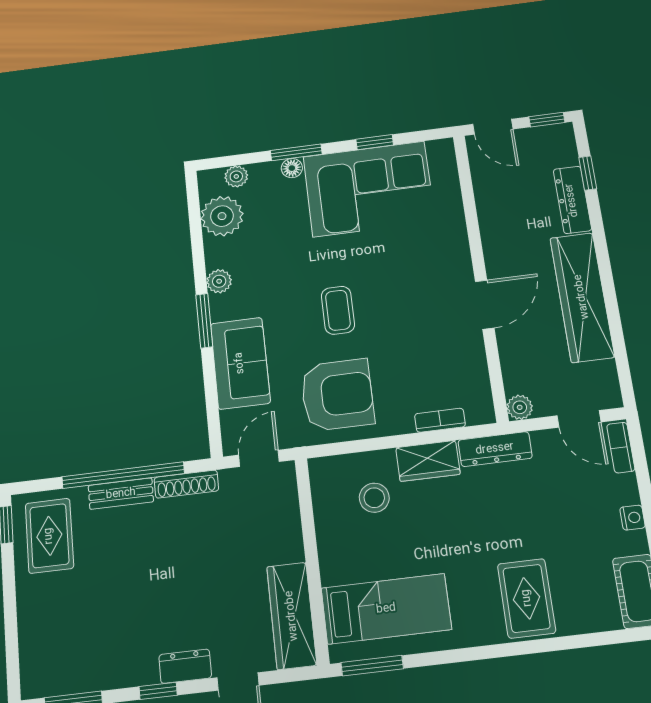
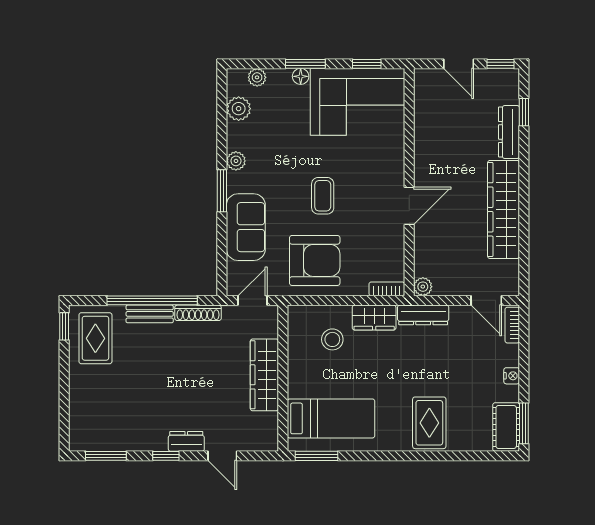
plant: (222, 216) -> (239, 109), width x0.73, depth x0.73
wall: (480, 275) -> (409, 182), moved
door: (485, 305) -> (409, 206), moved
plant: (520, 407) -> (423, 287), moved
wardrobe: (292, 616) -> (264, 375), moved

